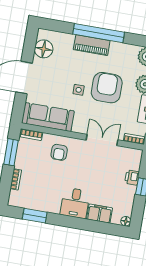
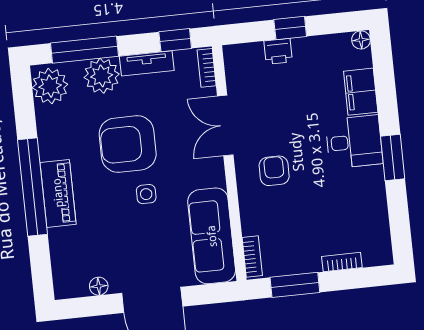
floor lamp: (44, 49) -> (99, 286), width x0.53, depth x0.53
armchair: (59, 152) -> (274, 171), moved, turned -90
window: (35, 216) -> (393, 157), moved

